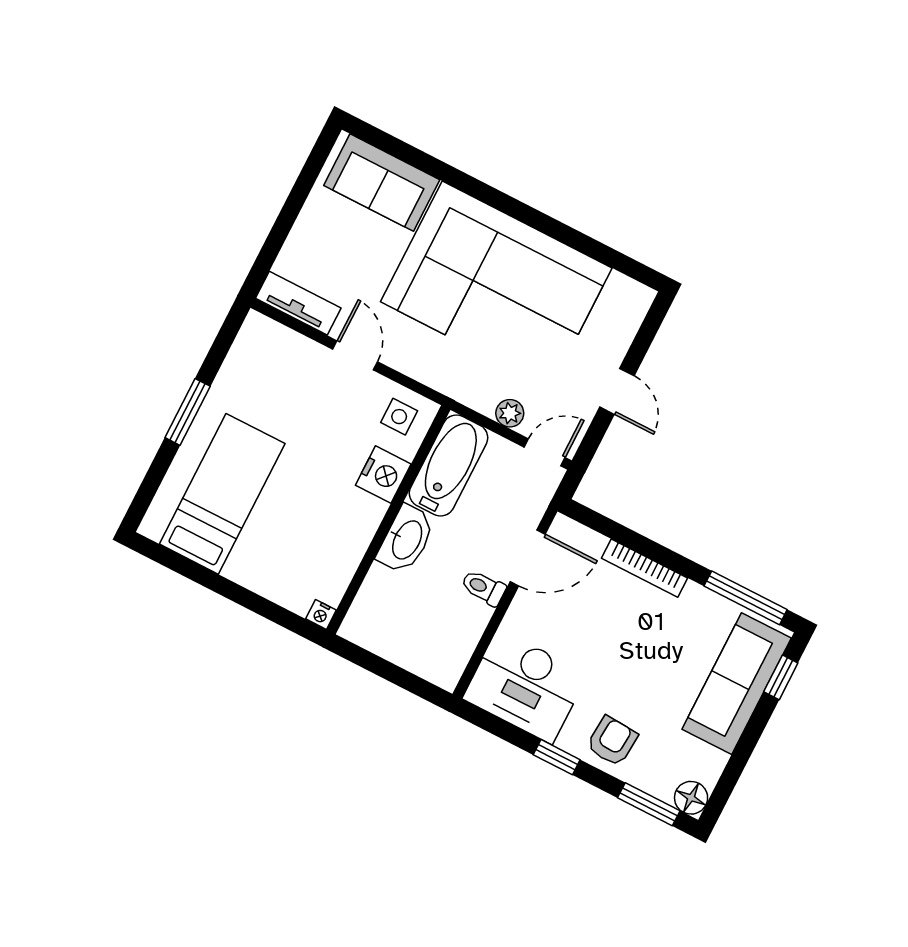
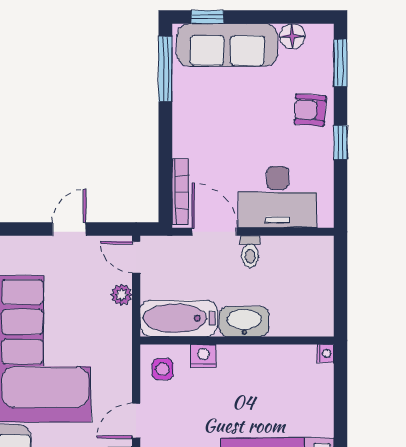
nightstand: (383, 475) -> (203, 356), width x0.74, depth x0.75
bookcase: (644, 568) -> (180, 192), moved
desk: (525, 686) -> (278, 197), moved, turned 90
floor lamp: (691, 798) -> (292, 36), moved

